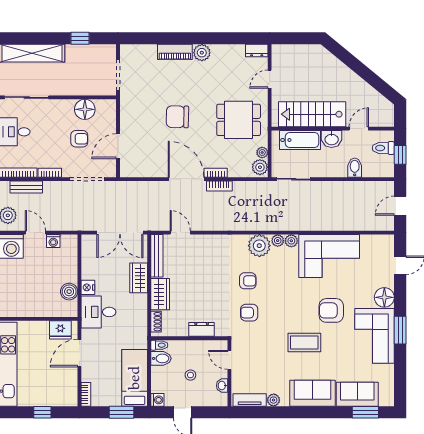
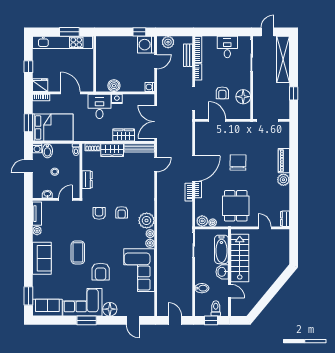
washing machine: (53, 241) -> (150, 87), moved
armchair: (331, 310) -> (101, 272), turned 180
fridge: (60, 330) -> (40, 85), moved, turned 90
bidet: (161, 358) -> (47, 151), moved
bed: (135, 378) -> (53, 128), width x1.50
sofa: (357, 394) -> (47, 308), moved, turned -90

